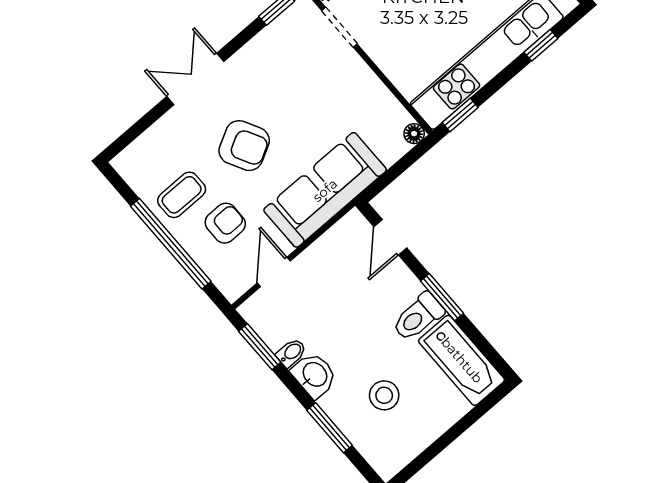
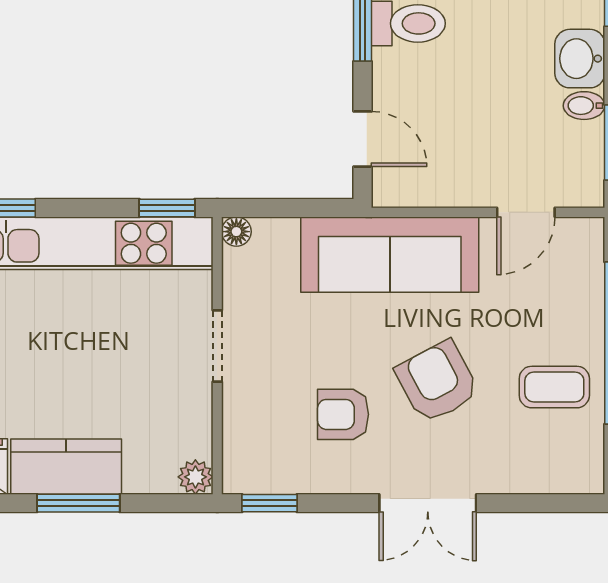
doorway: (339, 27) -> (217, 346), moved
armchair: (225, 223) -> (343, 414), moved
door: (390, 237) -> (363, 139), hinge flipped

